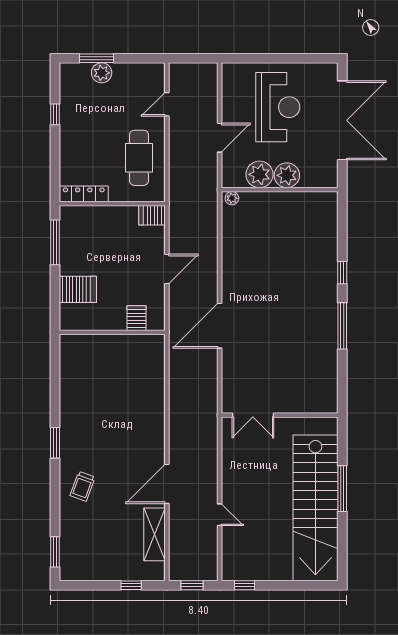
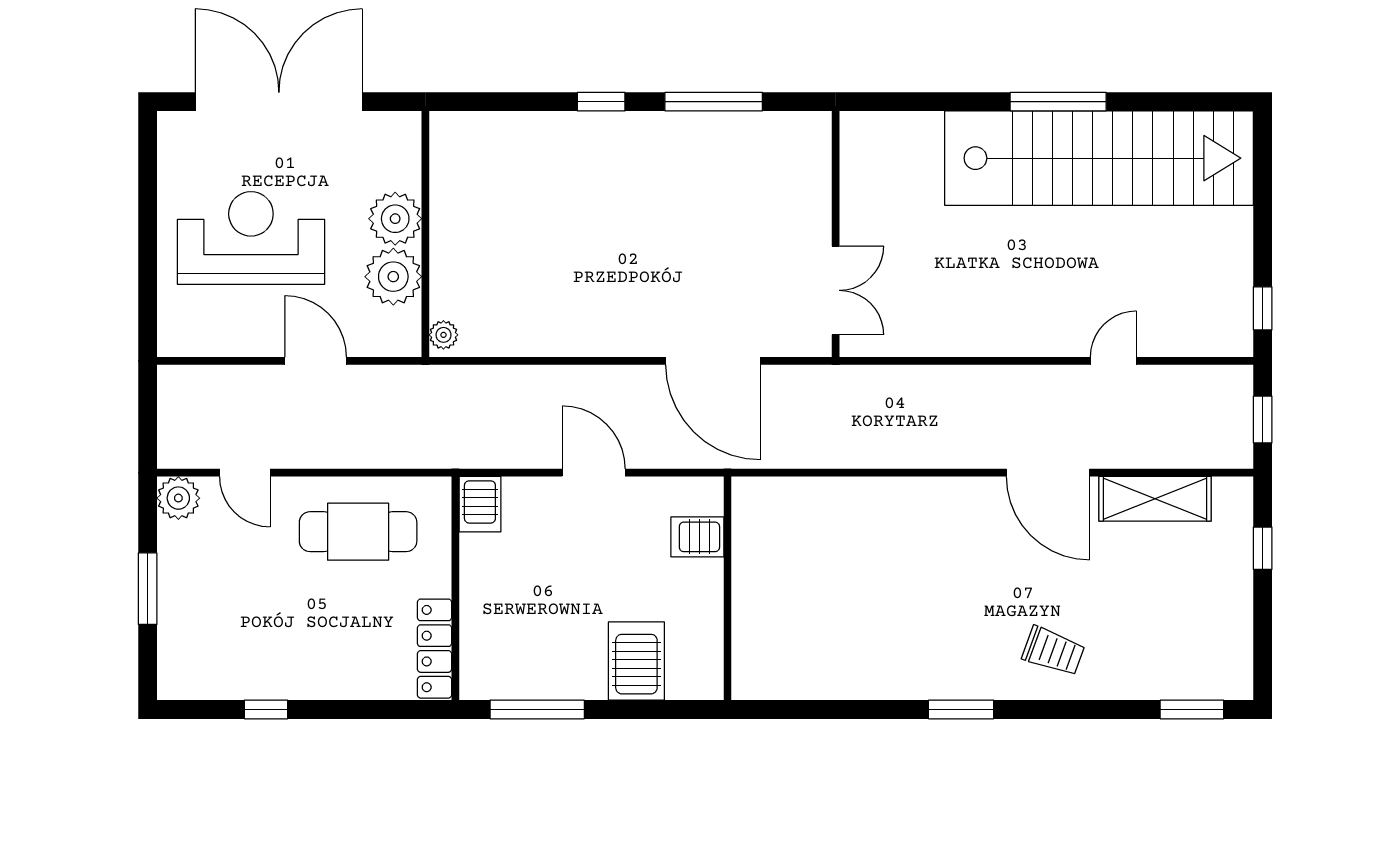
window: (97, 58) -> (148, 589), moved
plant: (102, 73) -> (178, 498), moved
double door: (253, 415) -> (836, 290), moved
wall: (280, 415) -> (836, 234), moved

